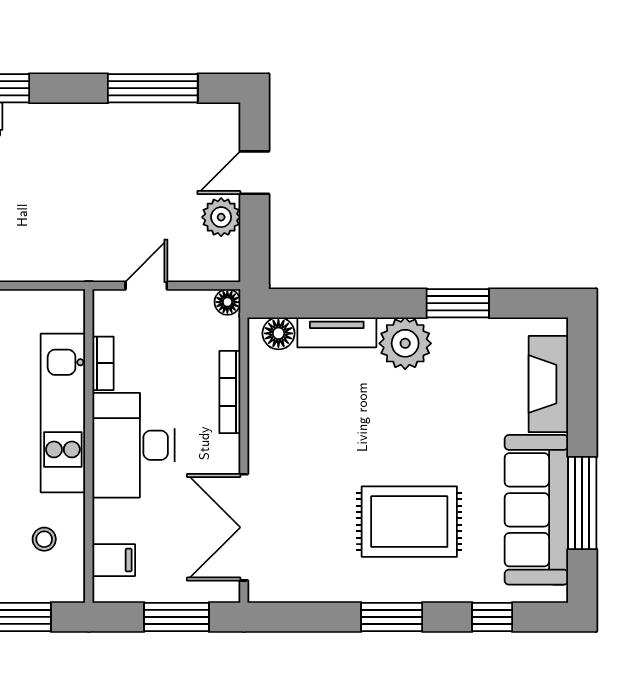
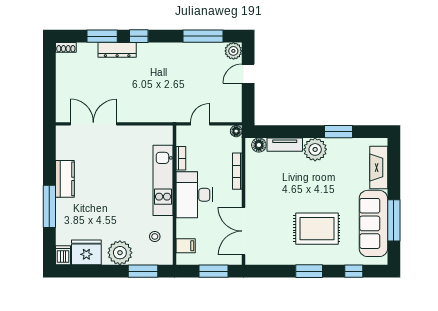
plant: (221, 217) -> (233, 51), moved

